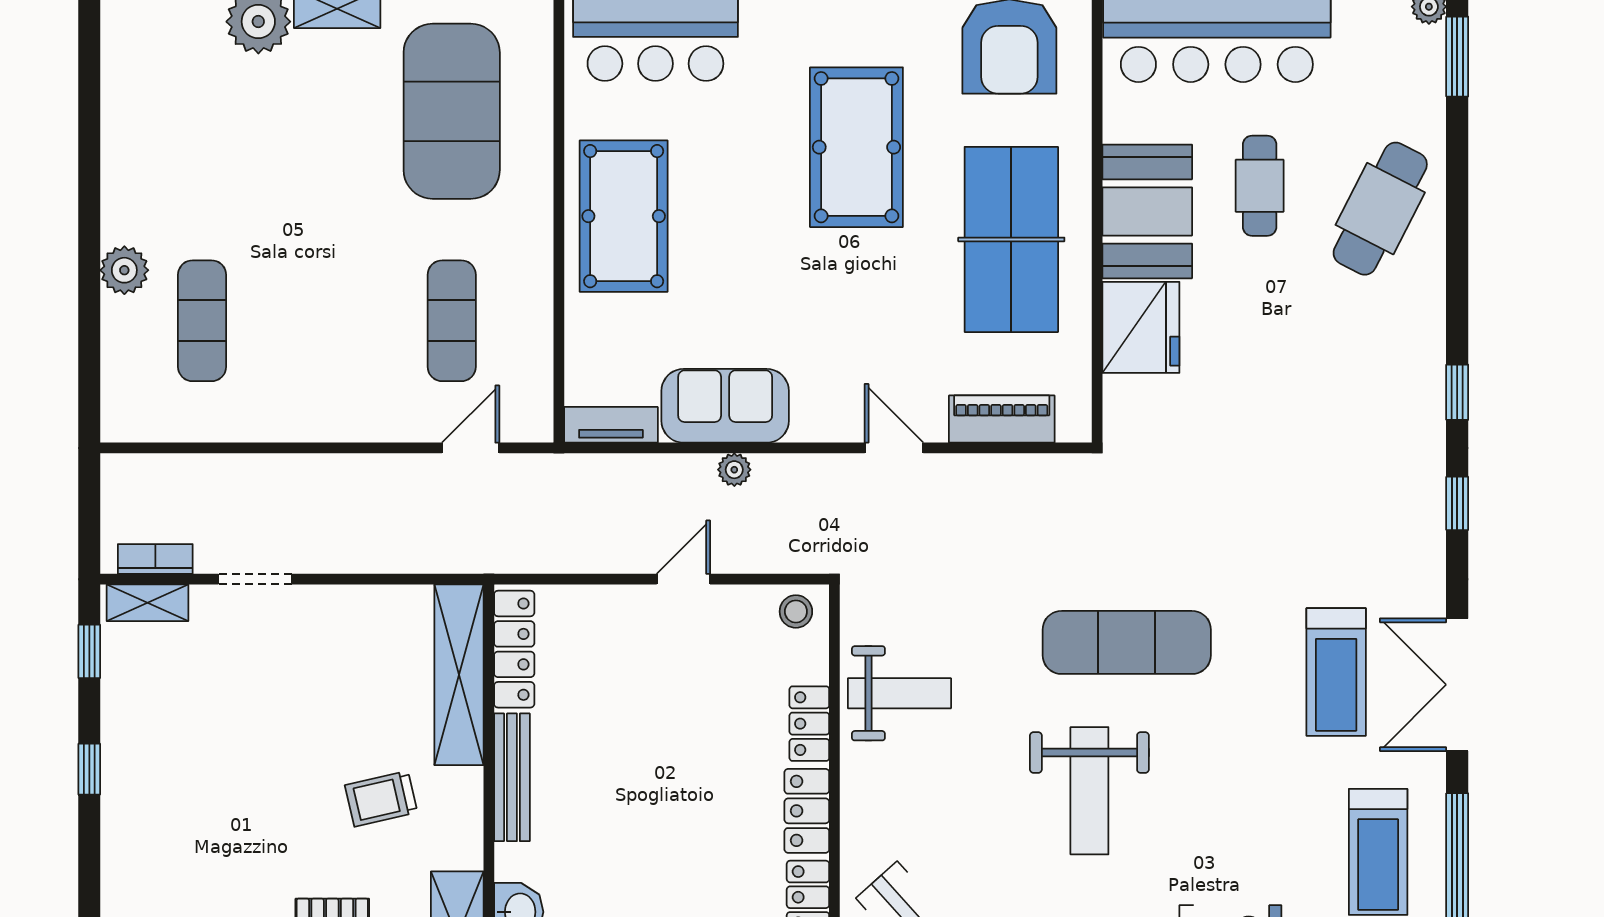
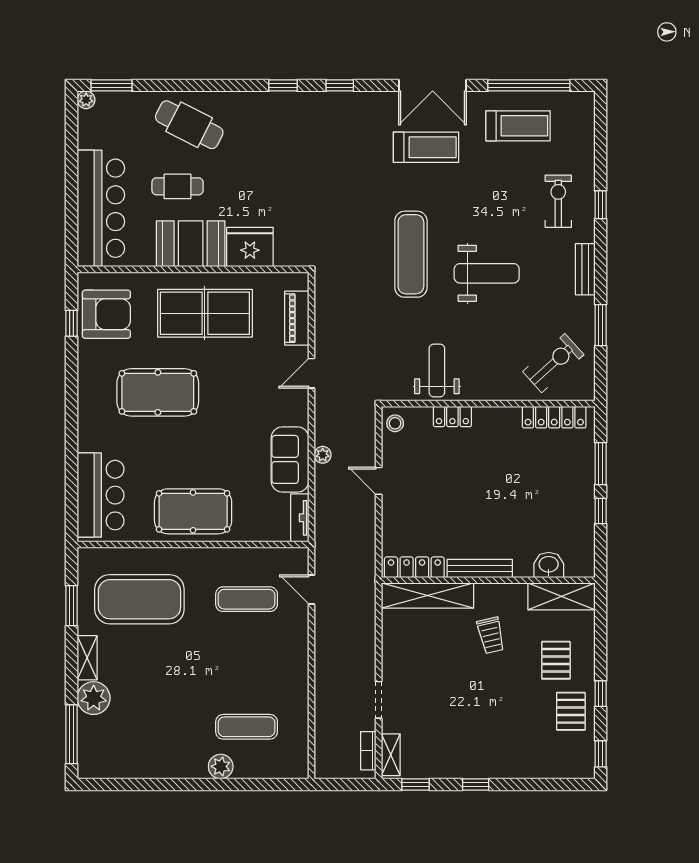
locker: (807, 811) -> (497, 418), removed

